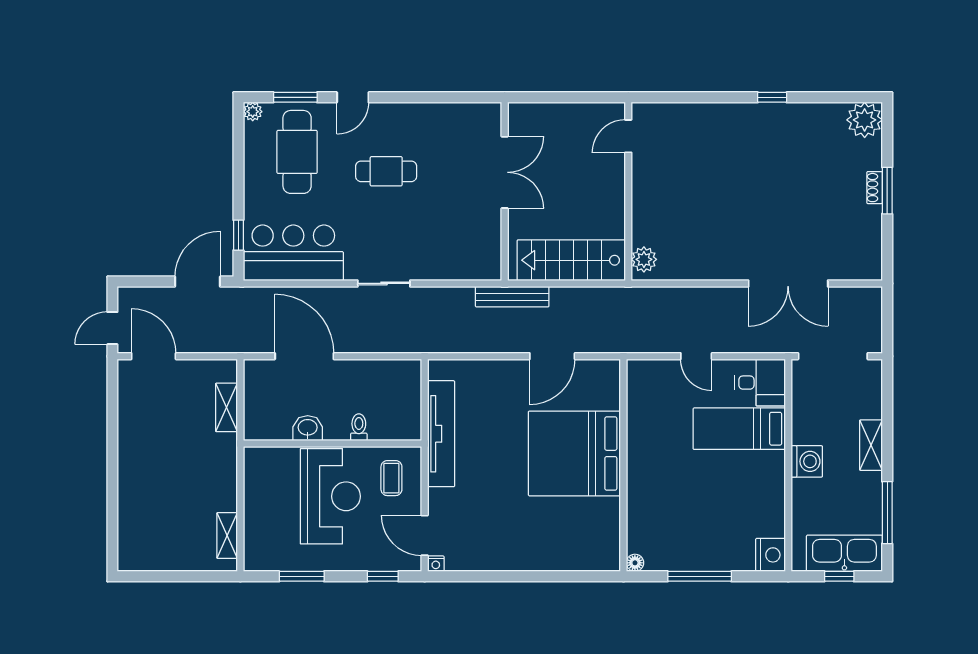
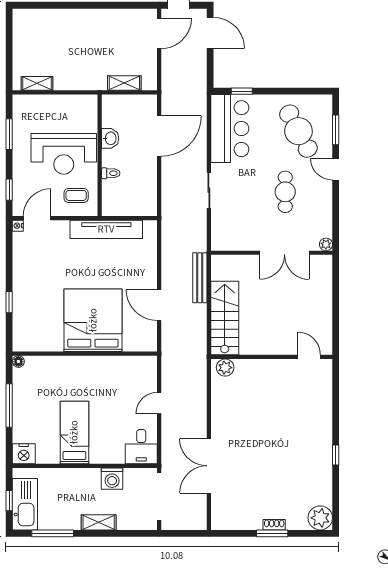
plant: (253, 112) -> (326, 244), moved
cafe table: (297, 152) -> (298, 131), turned 62
double door: (505, 172) -> (284, 253), moved
wall: (505, 191) -> (272, 253), moved
door: (198, 282) -> (210, 33), moved
bed: (739, 429) -> (74, 432), moved
washing machine: (807, 461) -> (112, 479), moved
window: (548, 576) -> (9, 302), added

